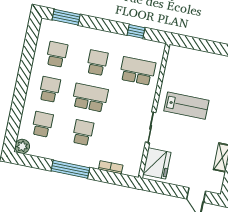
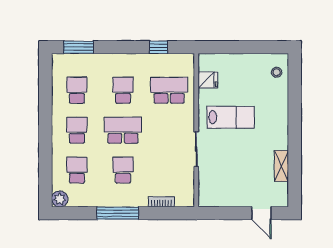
fridge: (157, 163) -> (208, 80), moved, width x0.53, depth x0.75

